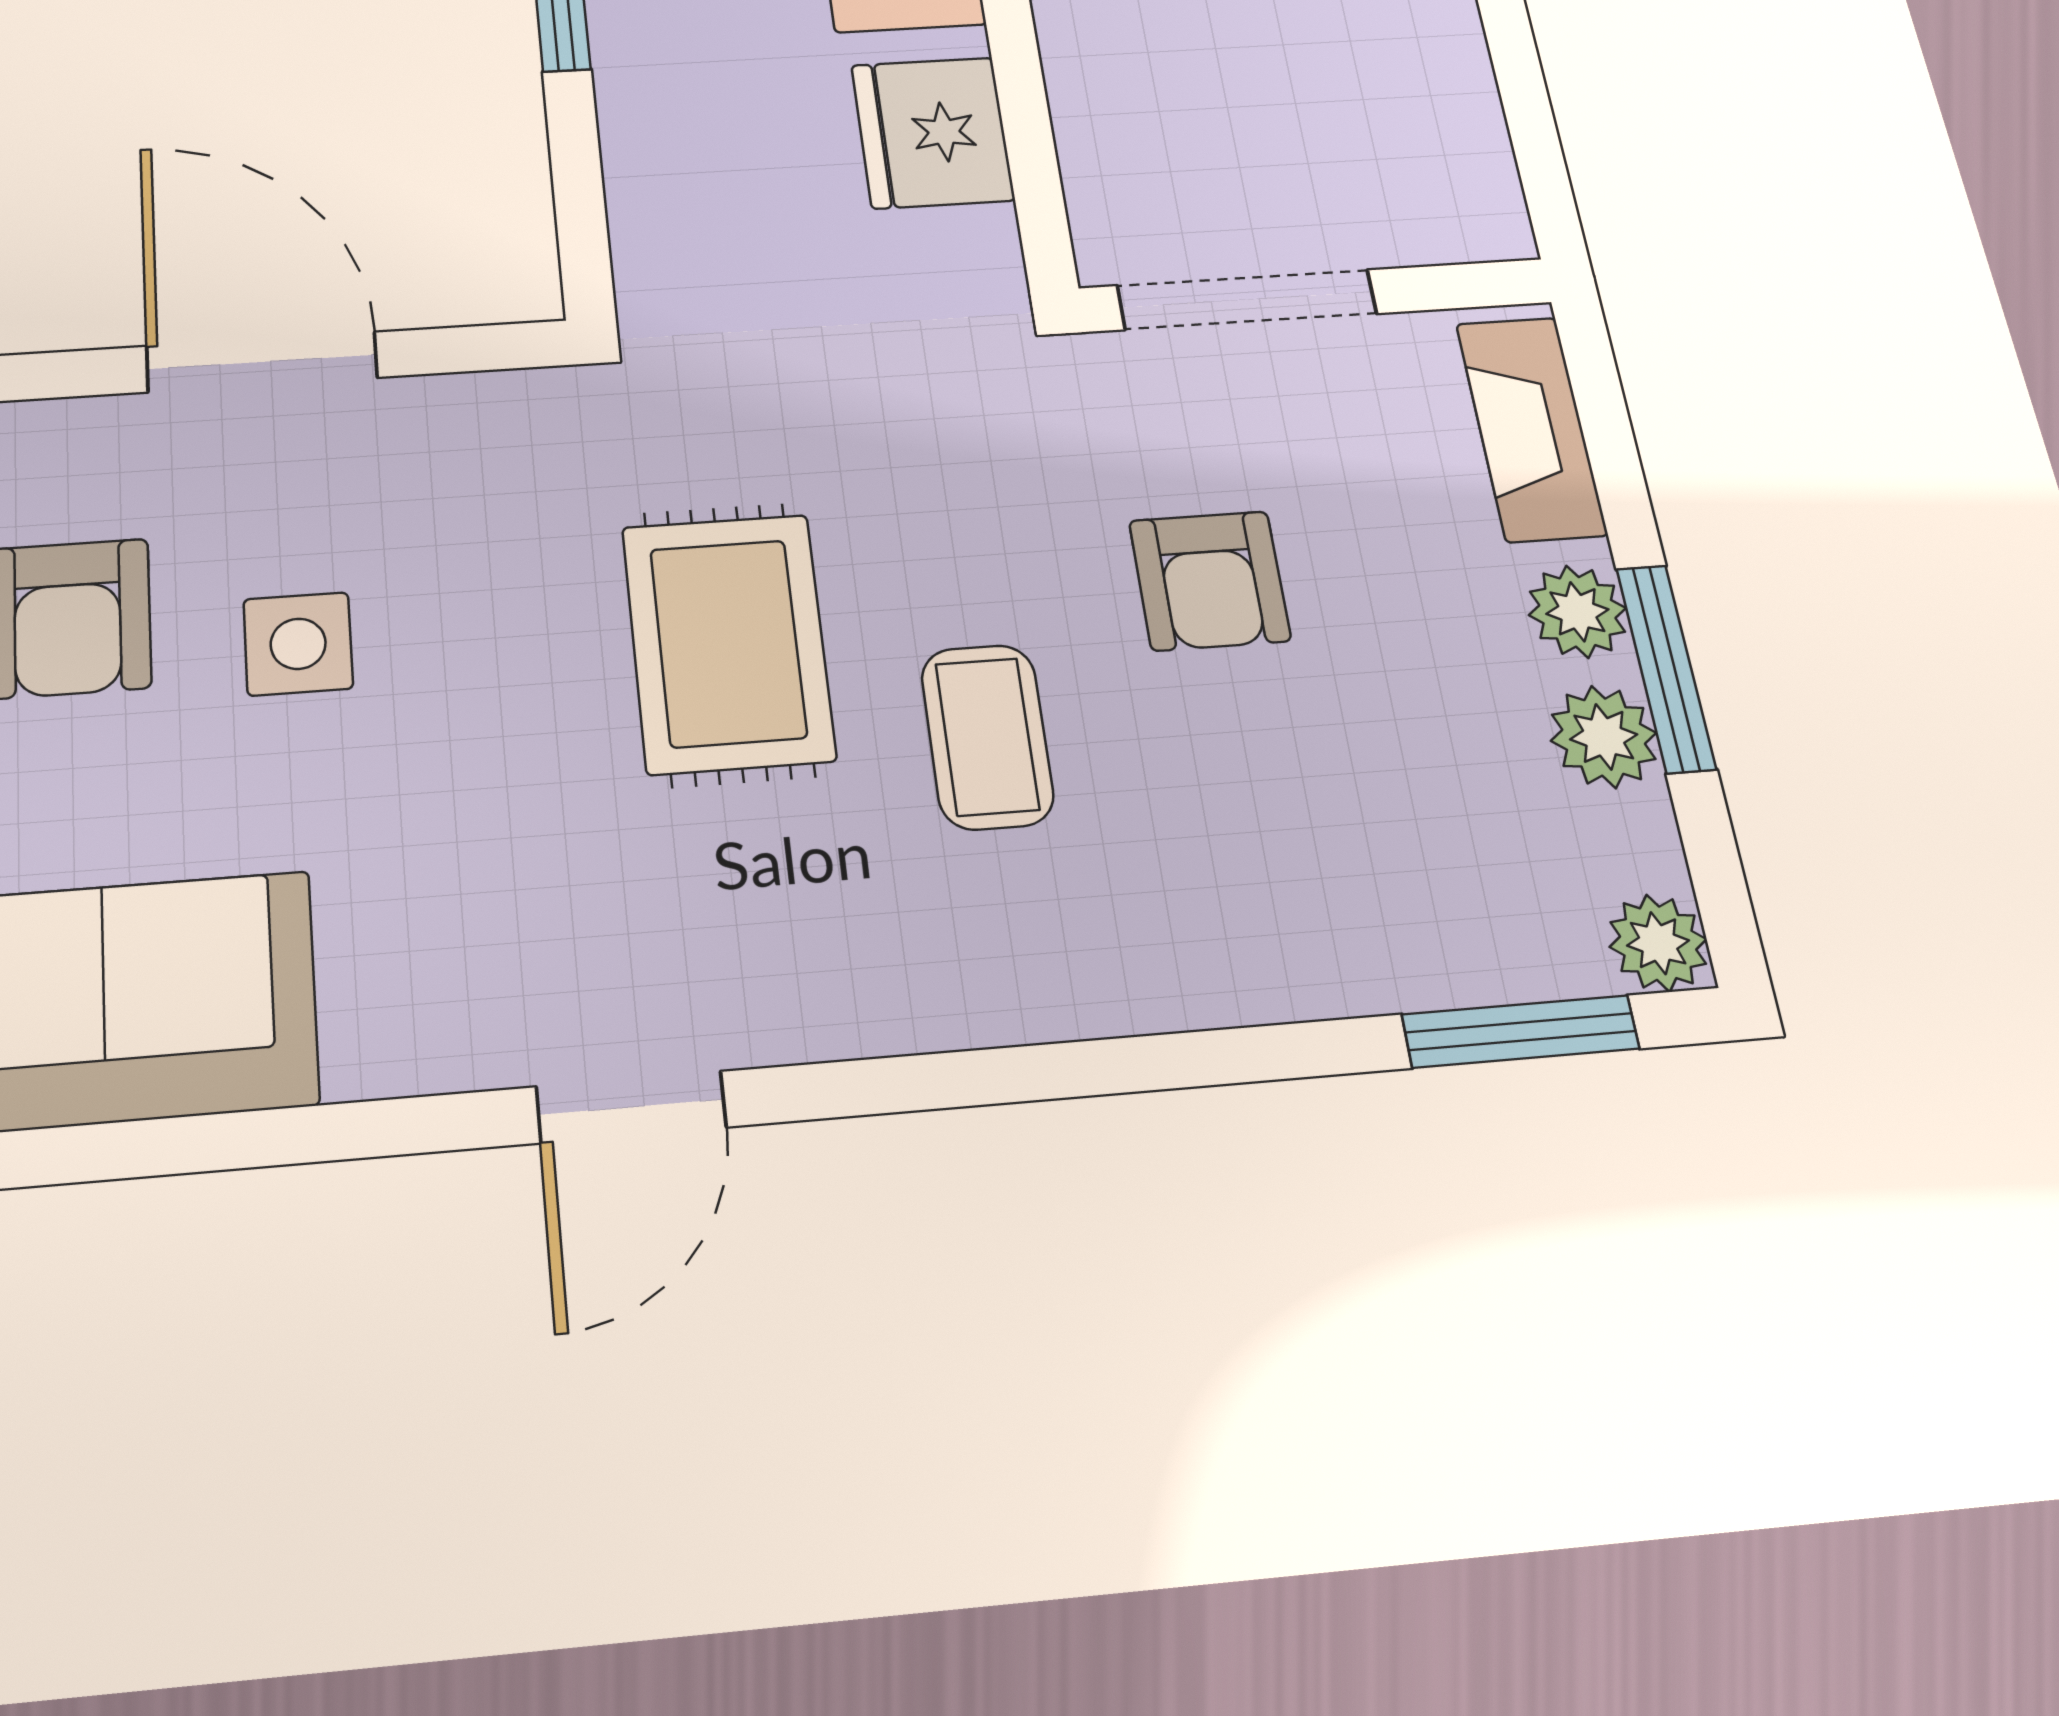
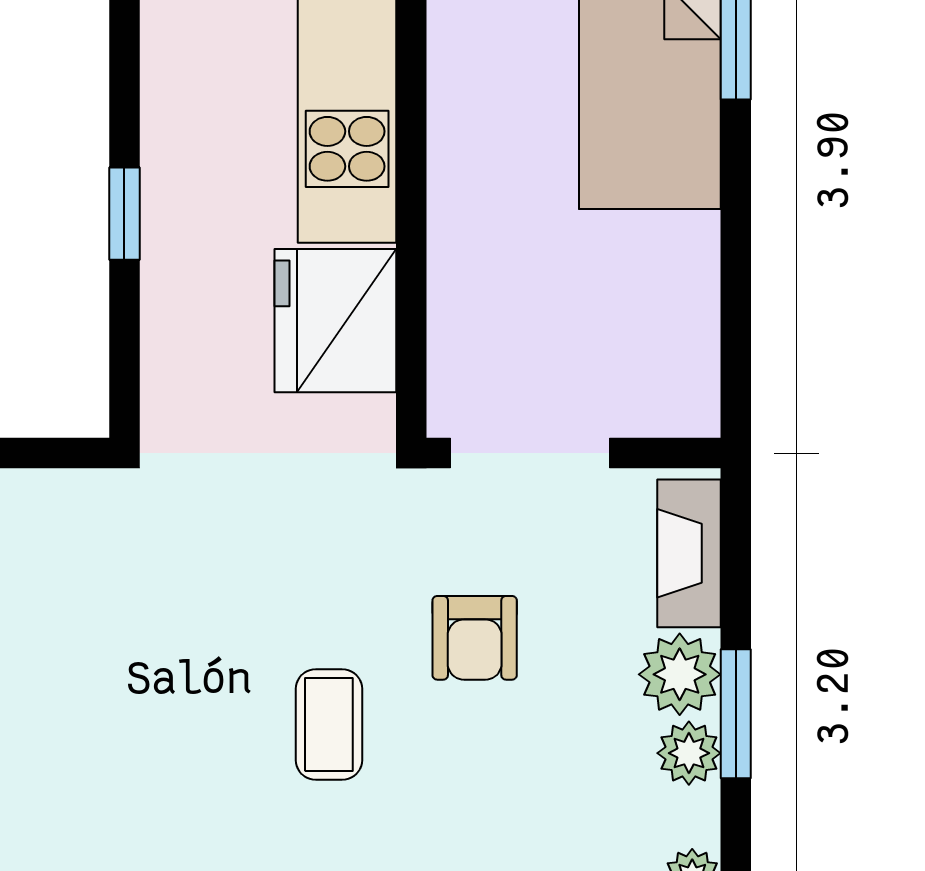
fridge: (933, 133) -> (335, 321), width x1.36, depth x1.34
plant: (1577, 612) -> (680, 674), width x1.38, depth x1.38
rug: (728, 643) -> (186, 655), removed

